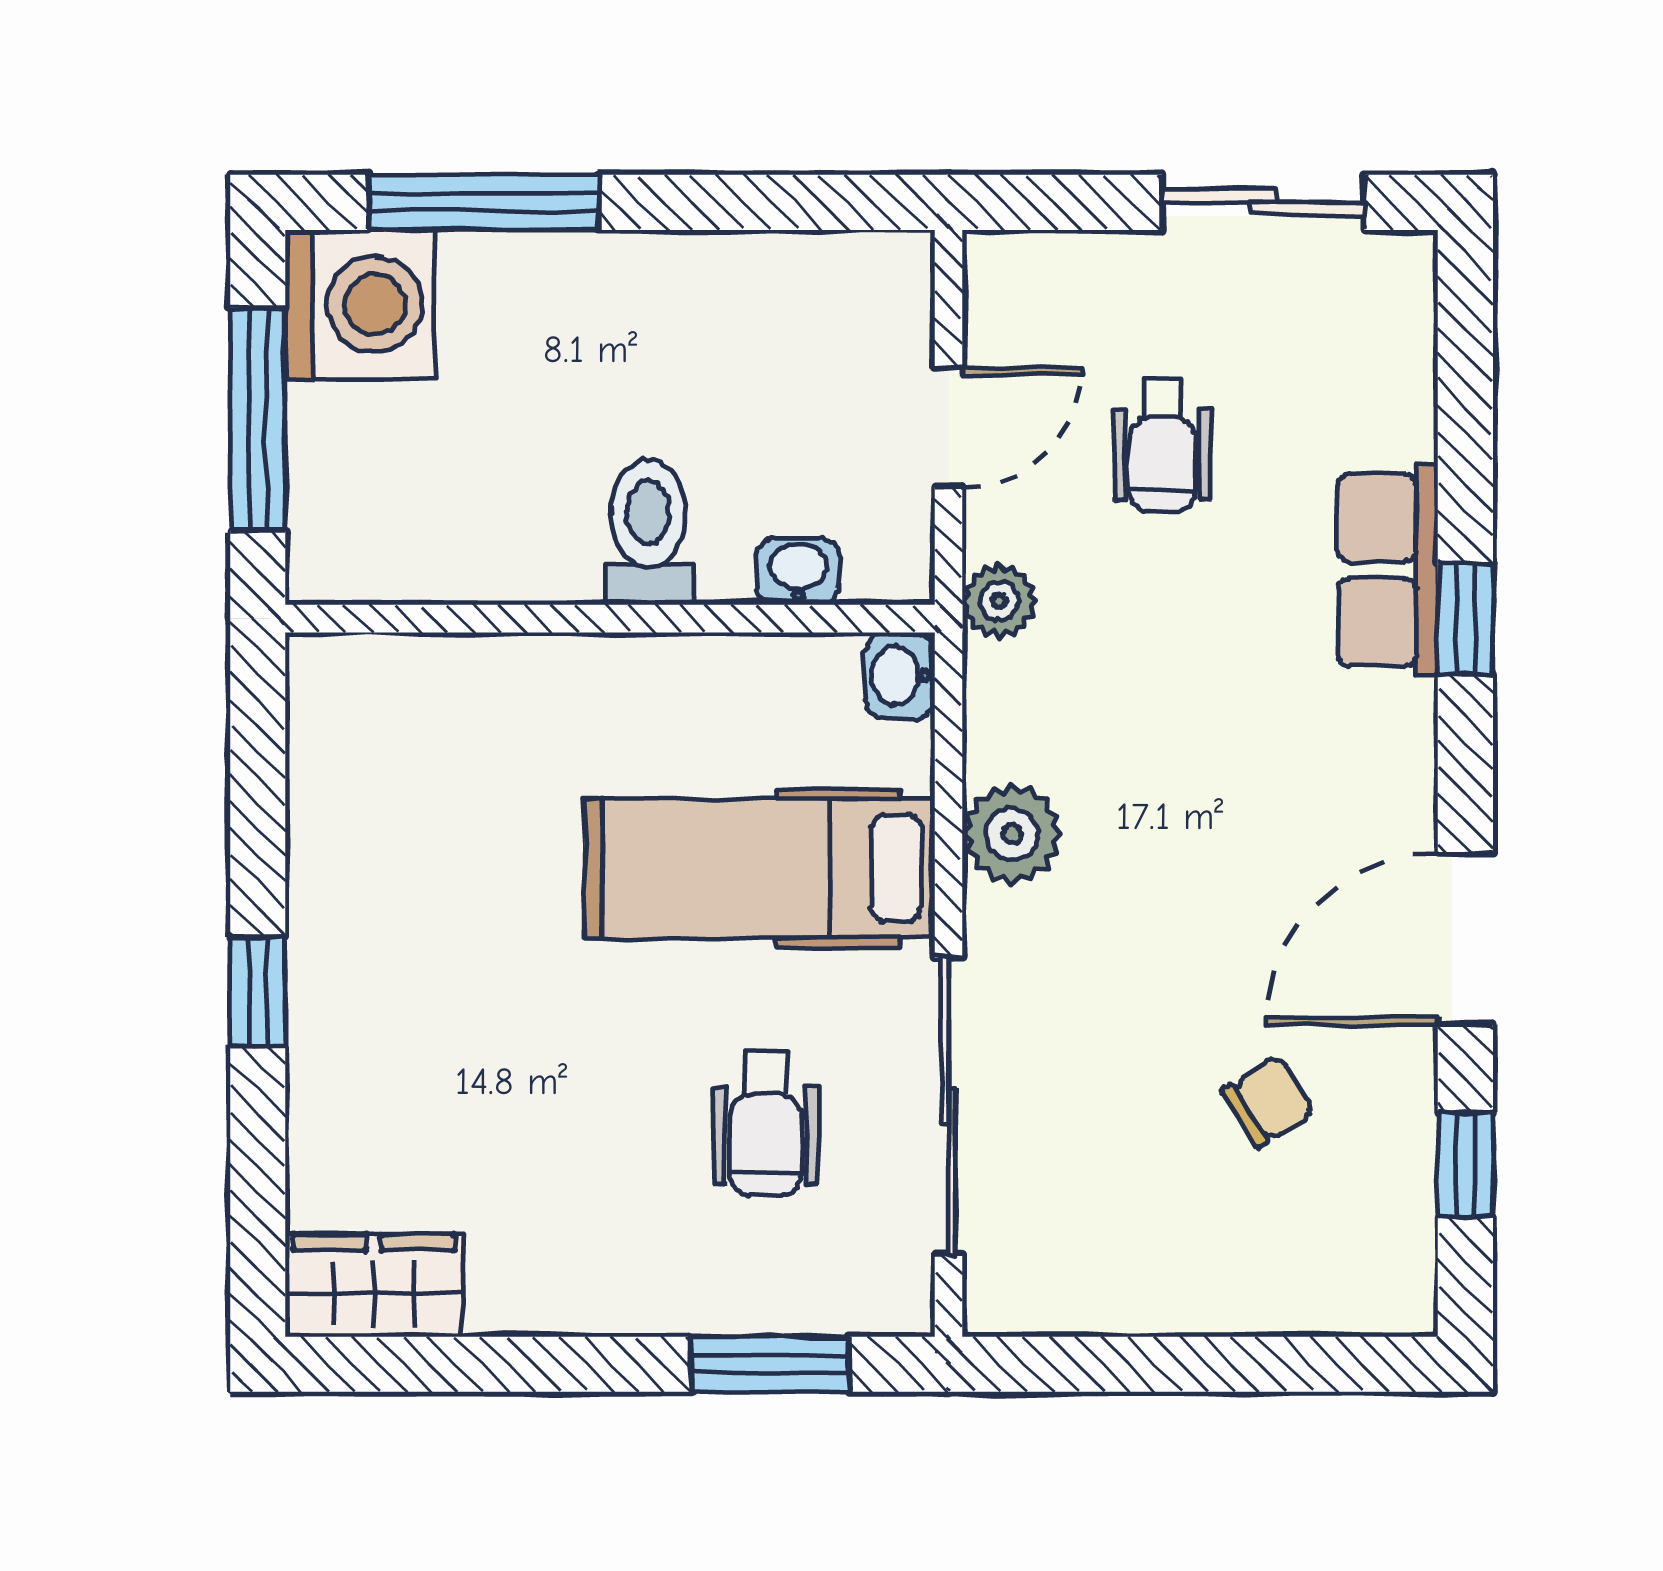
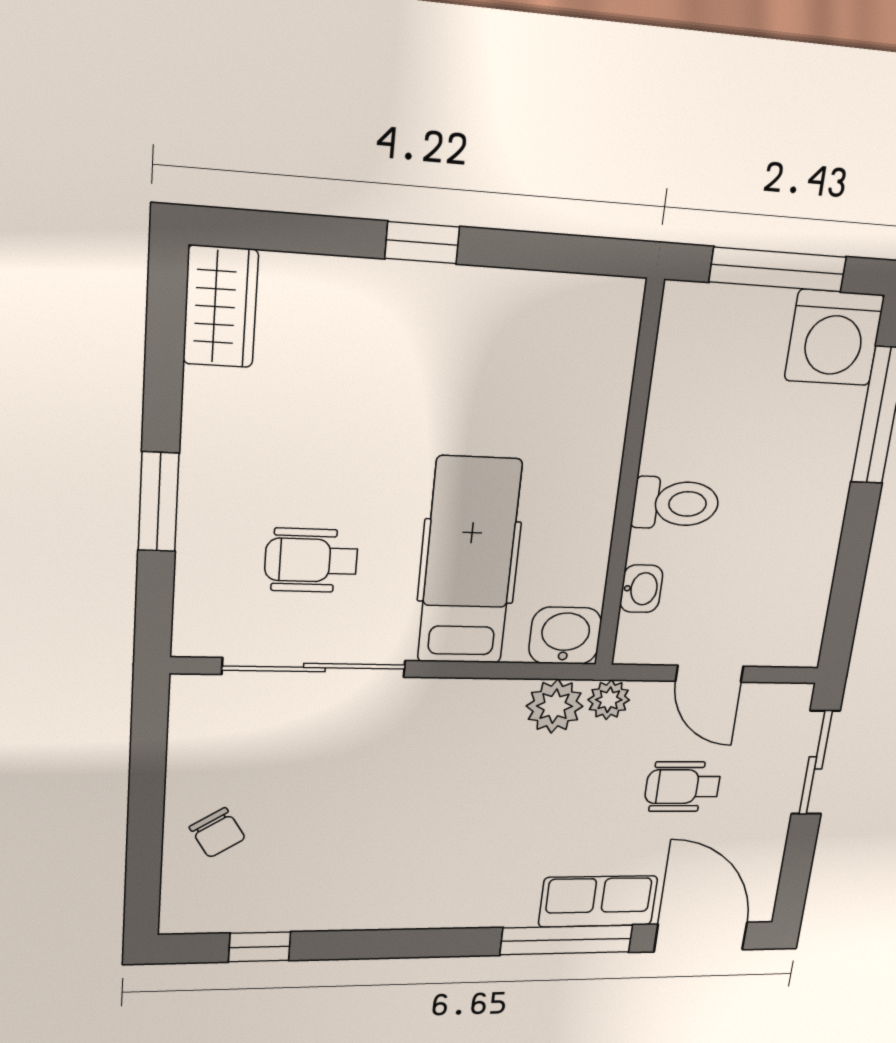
sliding door: (1263, 202) -> (816, 763), moved
window: (1465, 619) -> (567, 940), width x2.17
washbasin: (900, 676) -> (565, 636), width x1.38, depth x1.45
plant: (1012, 834) -> (555, 706), moved
door: (1465, 939) -> (701, 937), moved
chair: (1268, 1101) -> (217, 833), moved
window: (770, 1364) -> (159, 502), moved

